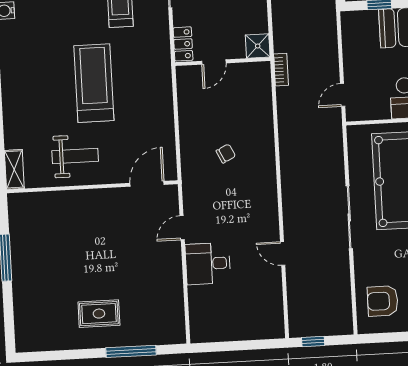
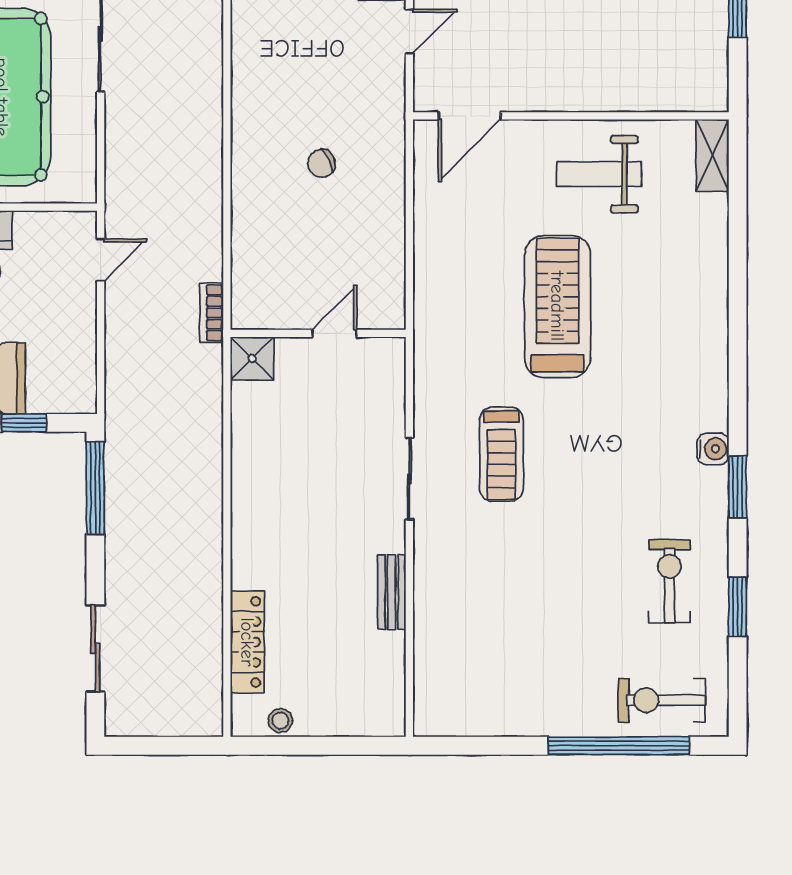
locker: (183, 44) -> (389, 370), removed
treadmill: (94, 83) -> (557, 306), turned 180

